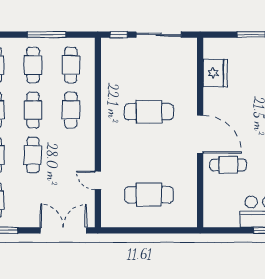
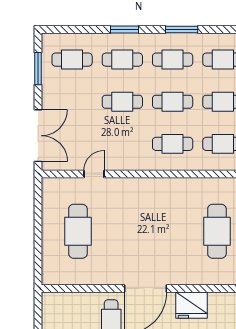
fridge: (215, 73) -> (191, 305), moved
cafe table: (149, 112) -> (217, 231), moved

